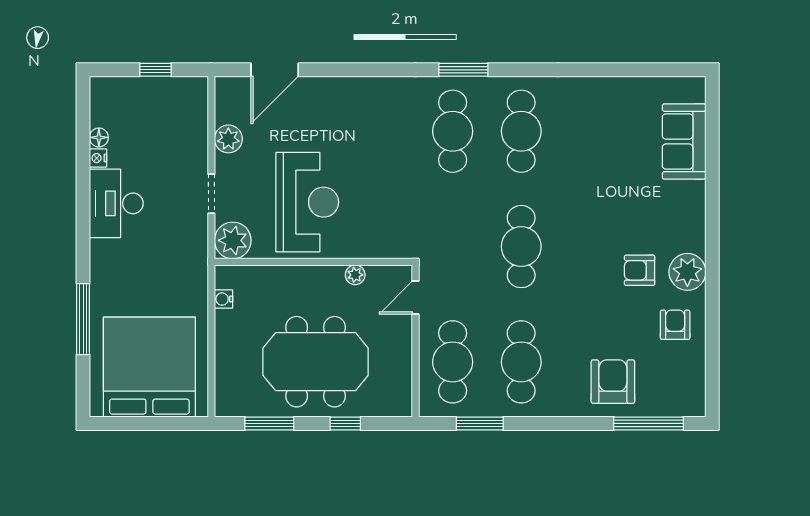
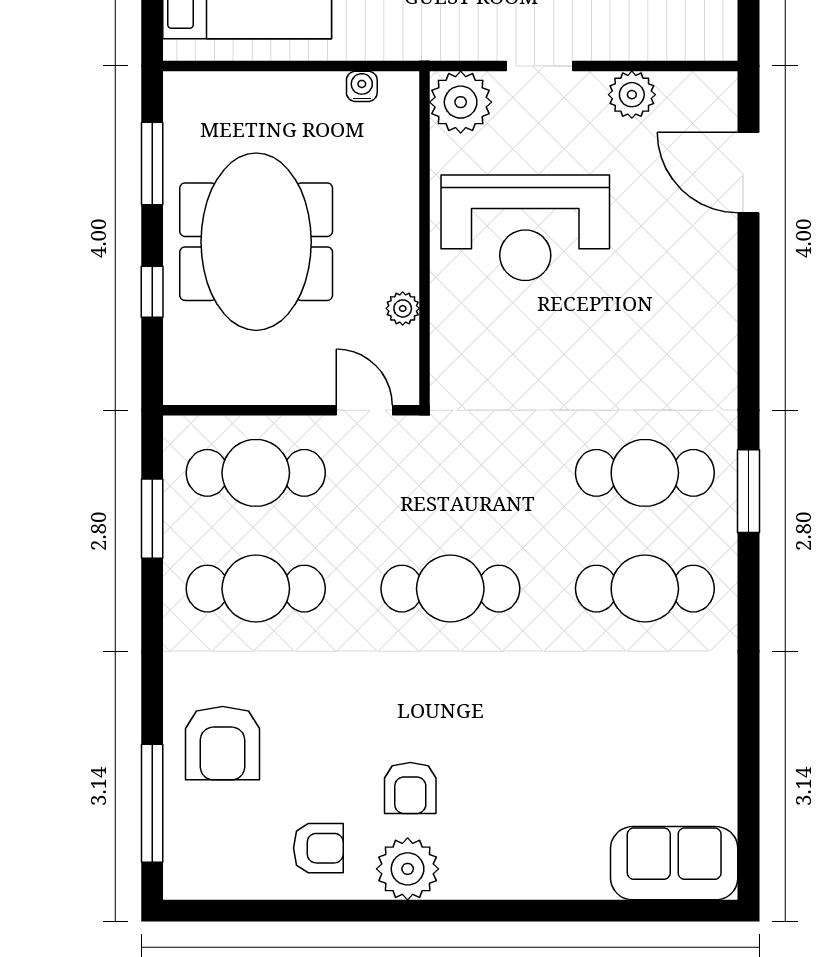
sofa: (684, 141) -> (674, 863), moved
armchair: (640, 270) -> (410, 788), turned 180
armchair: (613, 382) -> (223, 743), turned 90

